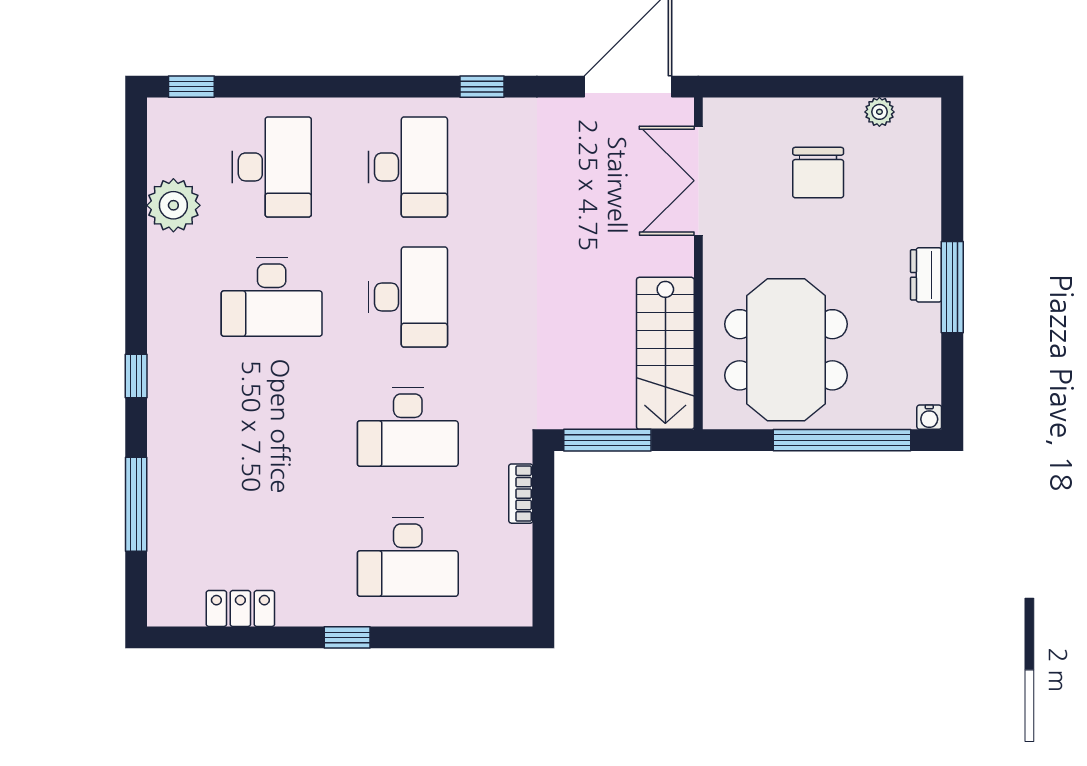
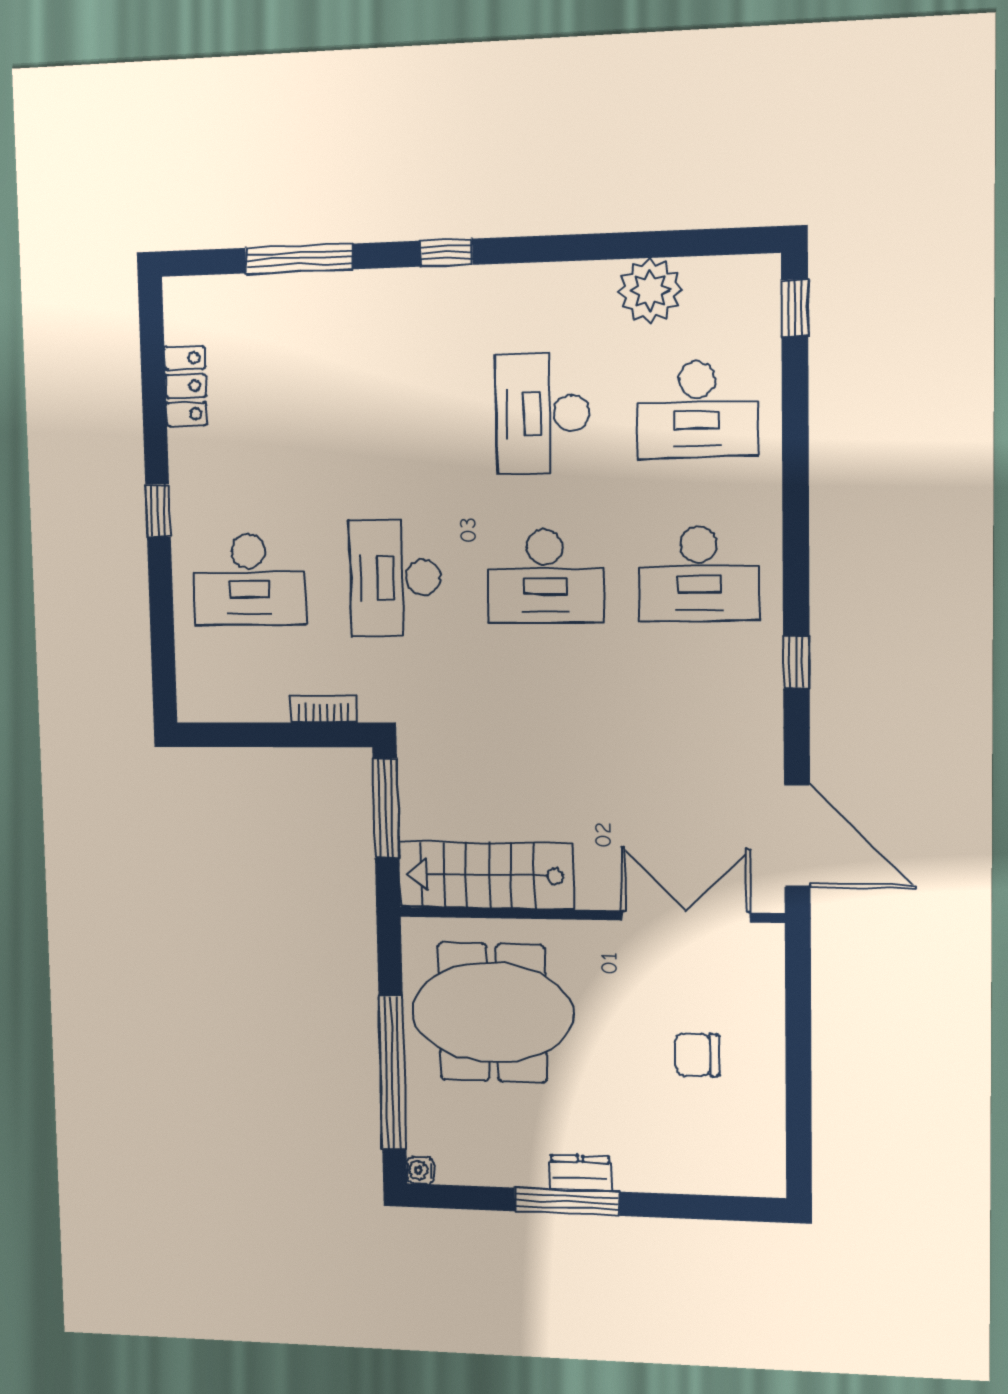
plant: (879, 112) -> (769, 1127), removed
chair: (818, 173) -> (697, 1055), width x0.73, depth x0.73
desk: (408, 557) -> (249, 579), turned -90

